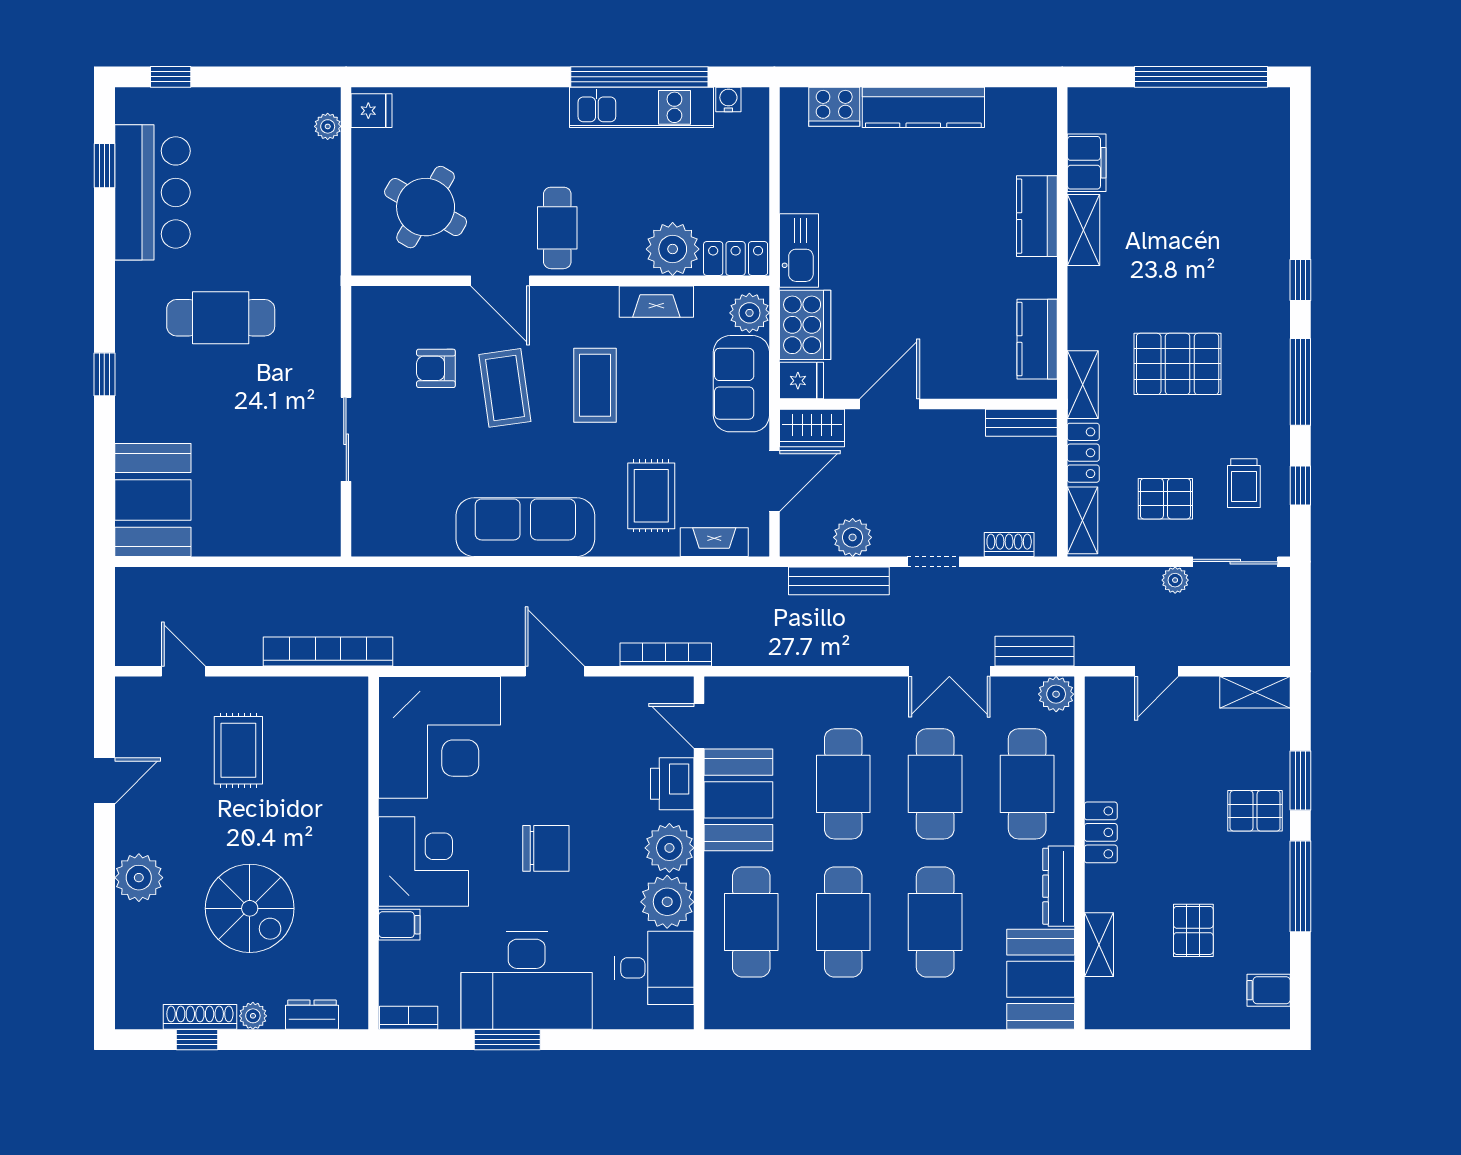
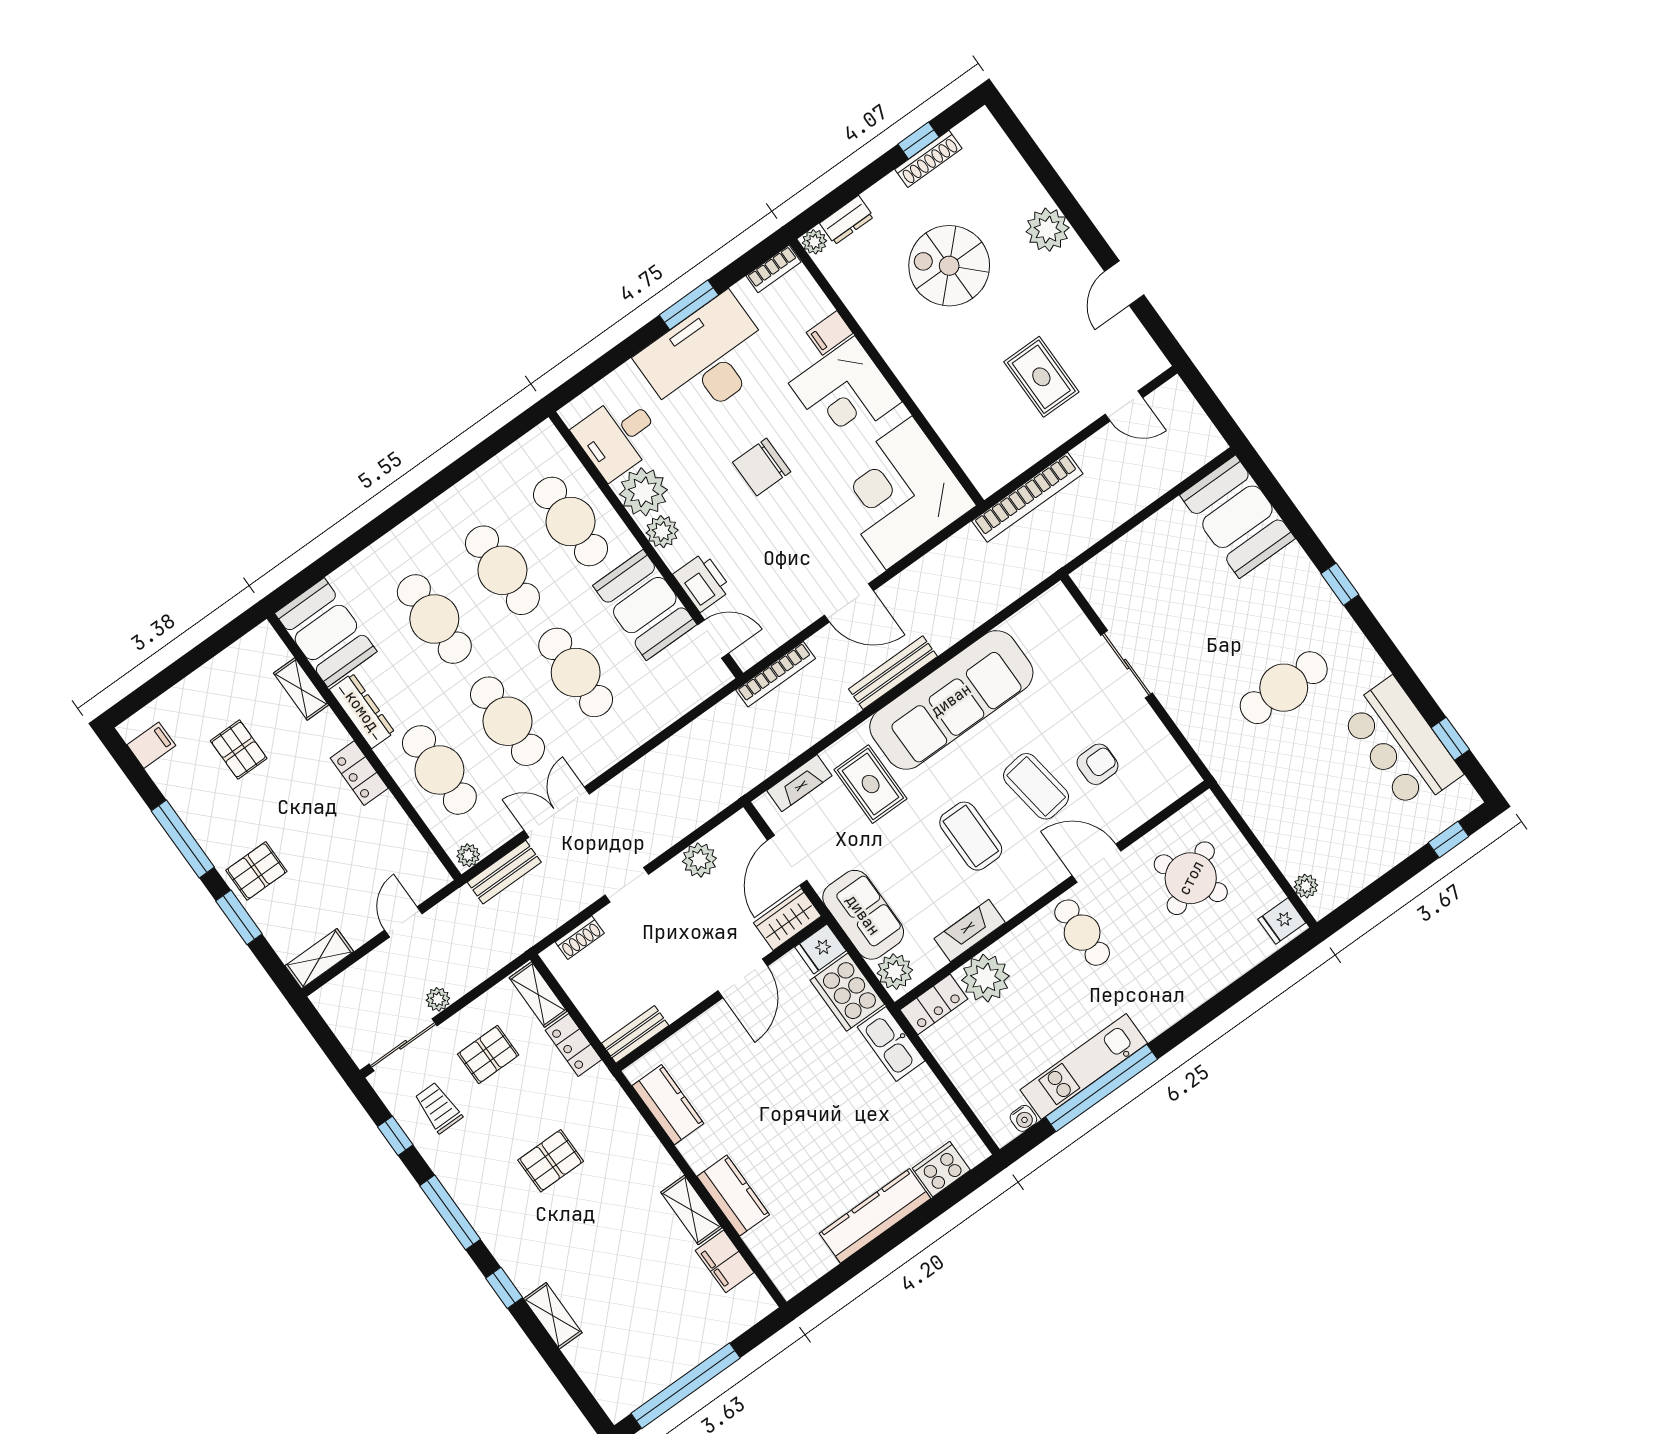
round table: (426, 207) -> (1191, 878), turned 33
pallet: (1178, 364) -> (551, 1161), width x0.67, depth x0.71
shelving: (1083, 385) -> (553, 1316), moved
sofa: (525, 527) -> (951, 700), width x1.36, depth x1.27
bench: (839, 581) -> (893, 673), moved
plant: (1056, 694) -> (468, 855), width x0.73, depth x0.73
plant: (669, 848) -> (662, 532), width x0.73, depth x0.73
plant: (253, 1016) -> (814, 242), moved

